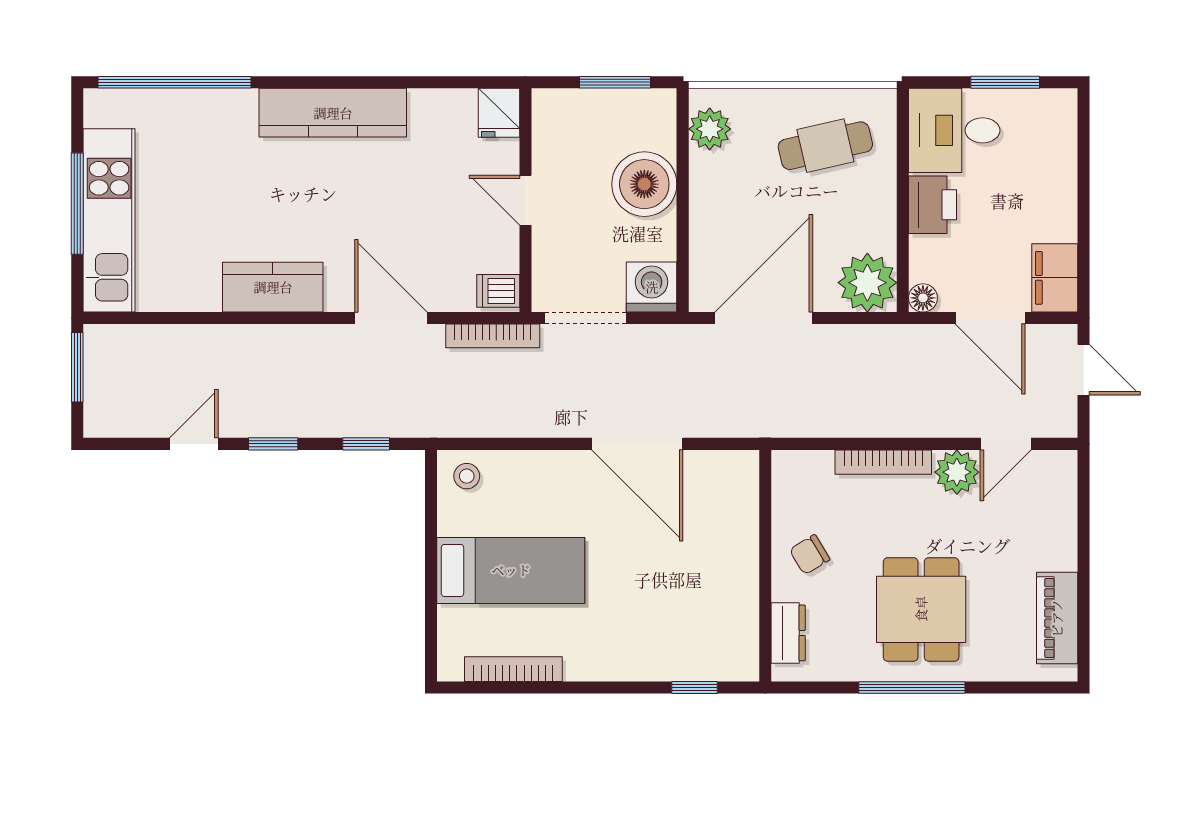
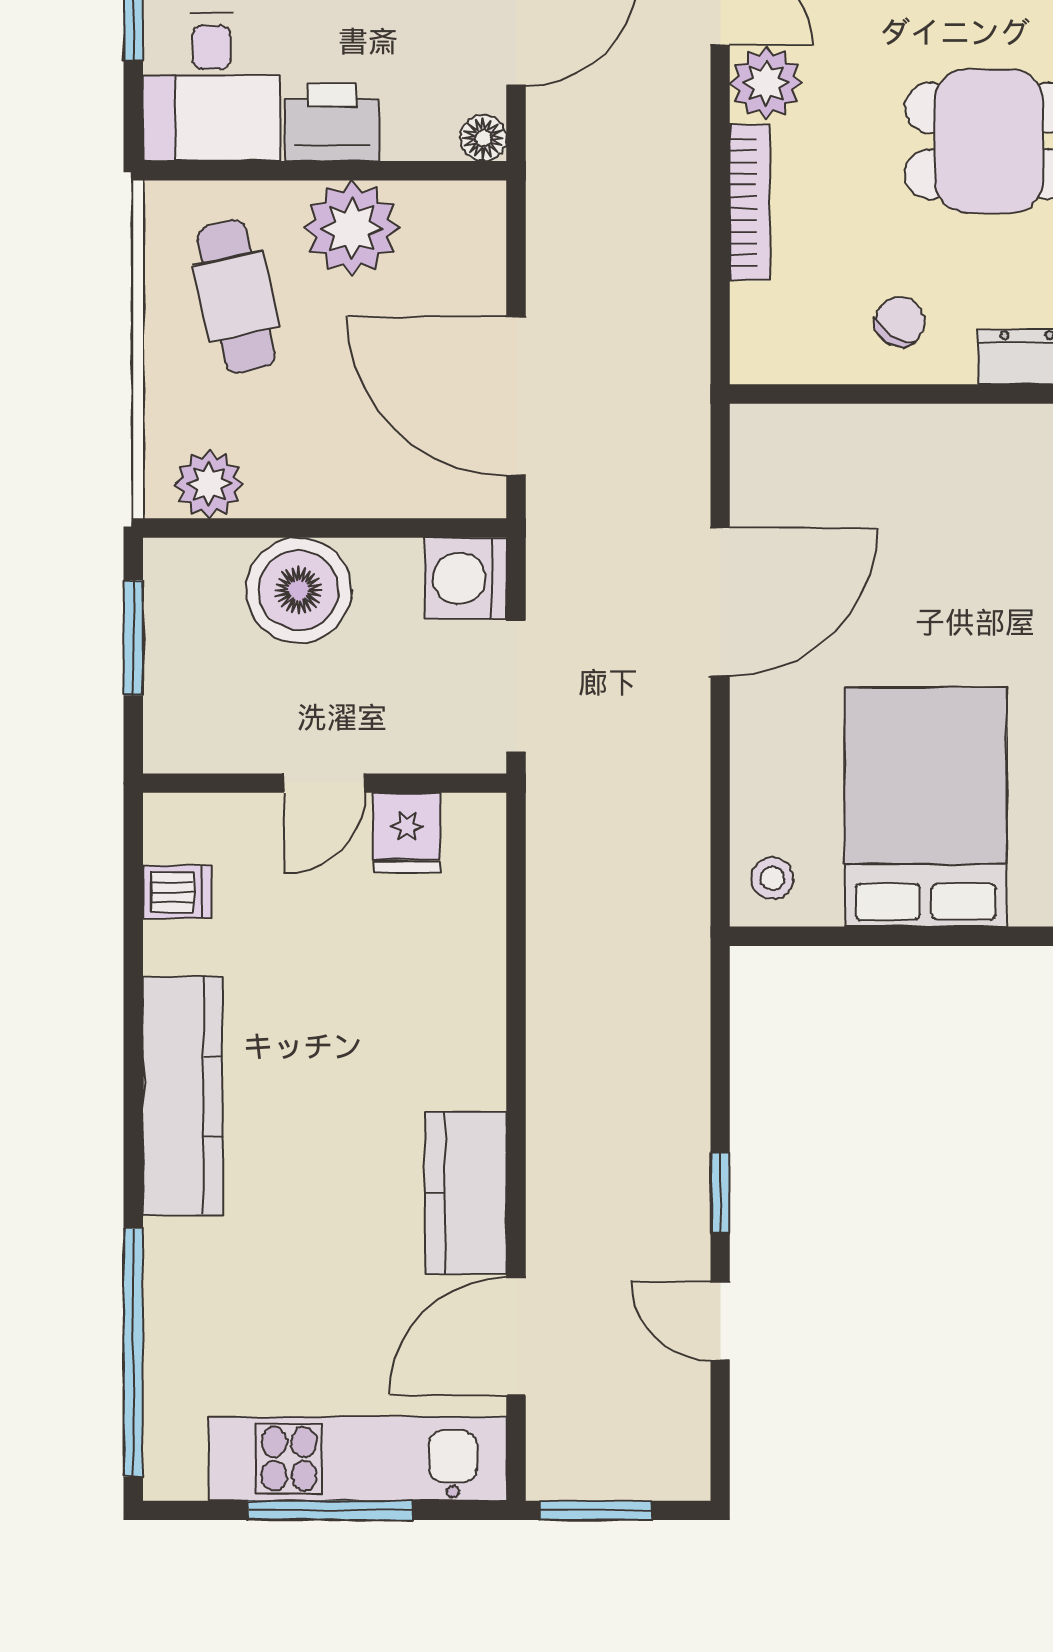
fridge: (499, 113) -> (407, 833), moved, turned 90
plant: (867, 283) -> (352, 228), moved
dishwasher: (498, 291) -> (177, 892), moved, turned -90
door: (391, 318) -> (516, 1337), moved
bookcase: (493, 336) -> (545, 836), removed
window: (366, 444) -> (720, 1042), removed
chair: (810, 555) -> (900, 322), turned -116
bed: (511, 570) -> (926, 807), width x1.50

